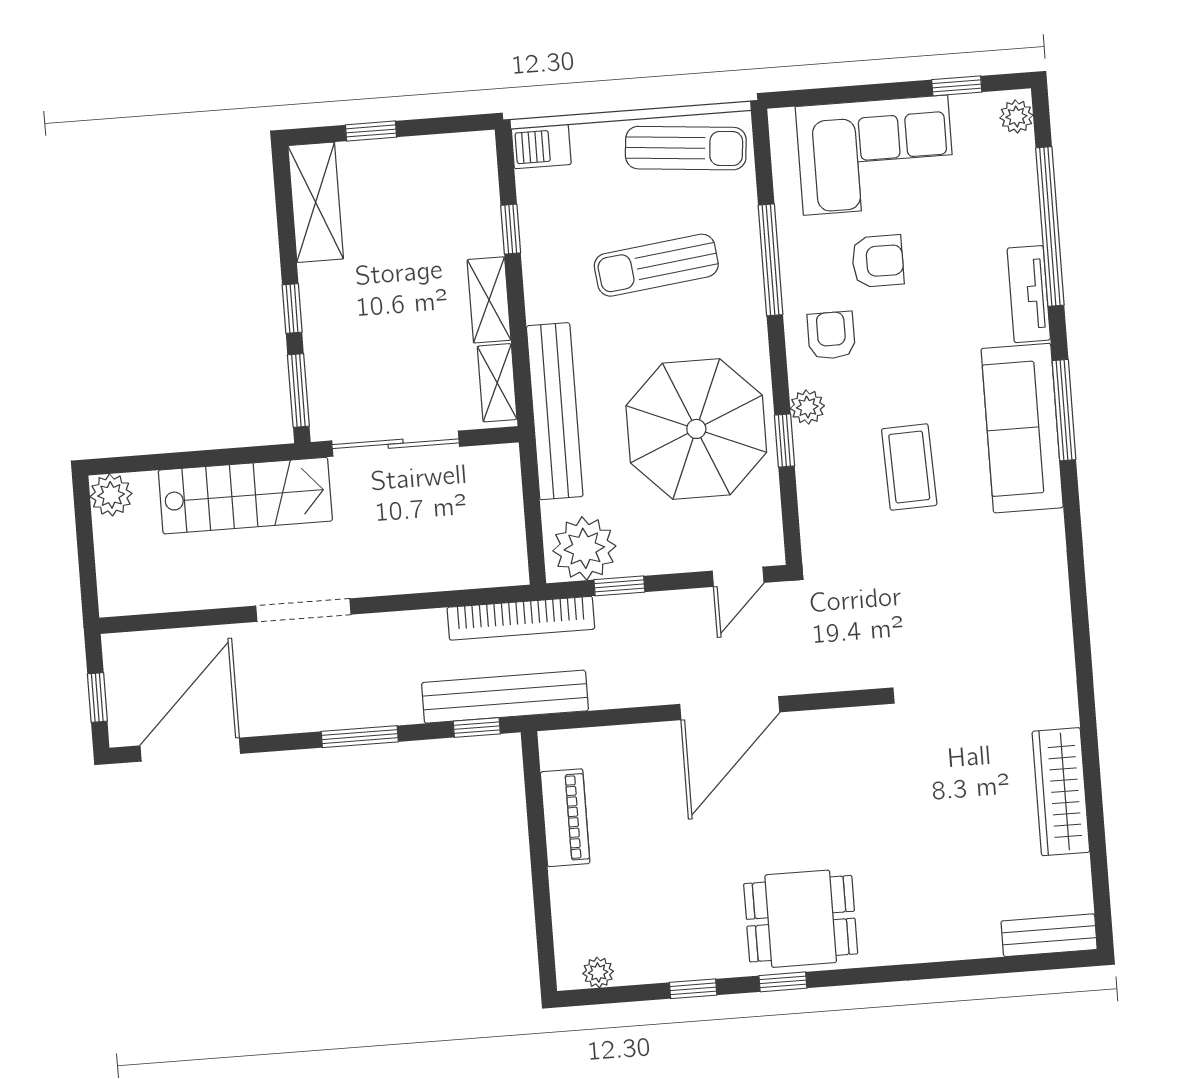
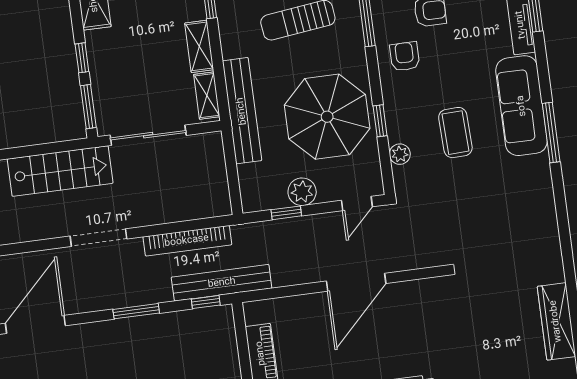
plant: (807, 407) -> (400, 154), moved
window: (1064, 410) -> (551, 132), moved
plant: (584, 548) -> (302, 192), moved, width x0.73, depth x0.73
bookcase: (521, 618) -> (187, 241), moved

